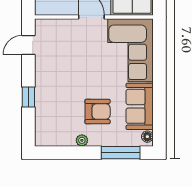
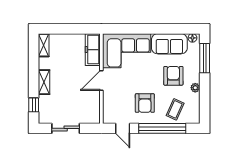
armchair: (62, 74) -> (145, 103), added
window: (28, 97) -> (162, 128), width x3.17
coffee table: (53, 114) -> (175, 109), added

